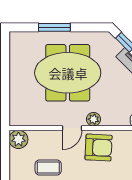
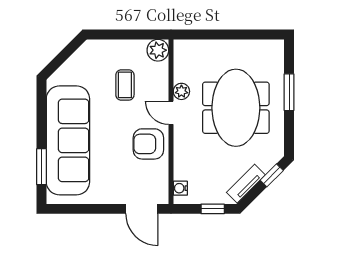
plant: (94, 119) -> (181, 91), moved
armchair: (99, 148) -> (148, 144), turned 87

